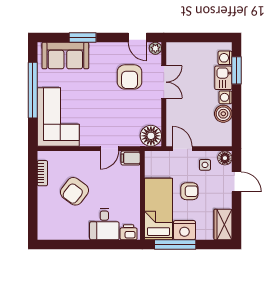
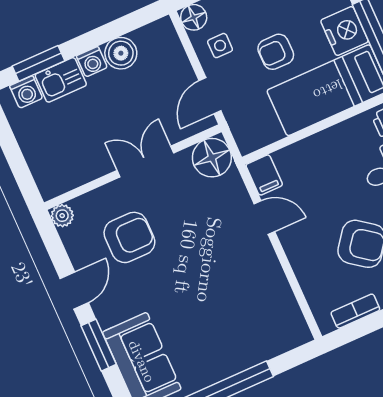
door: (137, 38) -> (74, 290), moved
double door: (164, 82) -> (145, 162), moved
corner sofa: (58, 117) -> (250, 327), removed
armchair: (189, 191) -> (276, 52), turned -90

